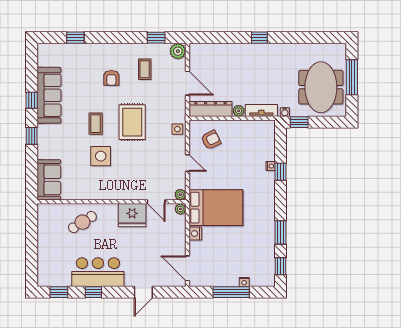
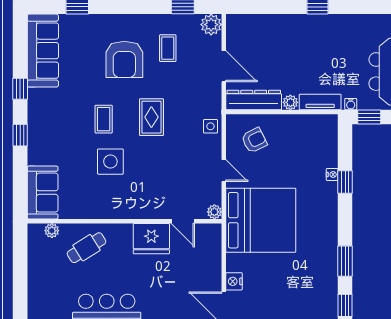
armchair: (111, 78) -> (124, 59), width x1.88, depth x1.88
sofa: (49, 95) -> (43, 51), moved
rug: (132, 122) -> (151, 117), width x0.73, depth x0.70
bed: (216, 208) -> (261, 220), width x1.36
plant: (180, 209) -> (52, 231), moved
nightstand: (195, 234) -> (234, 281), moved

